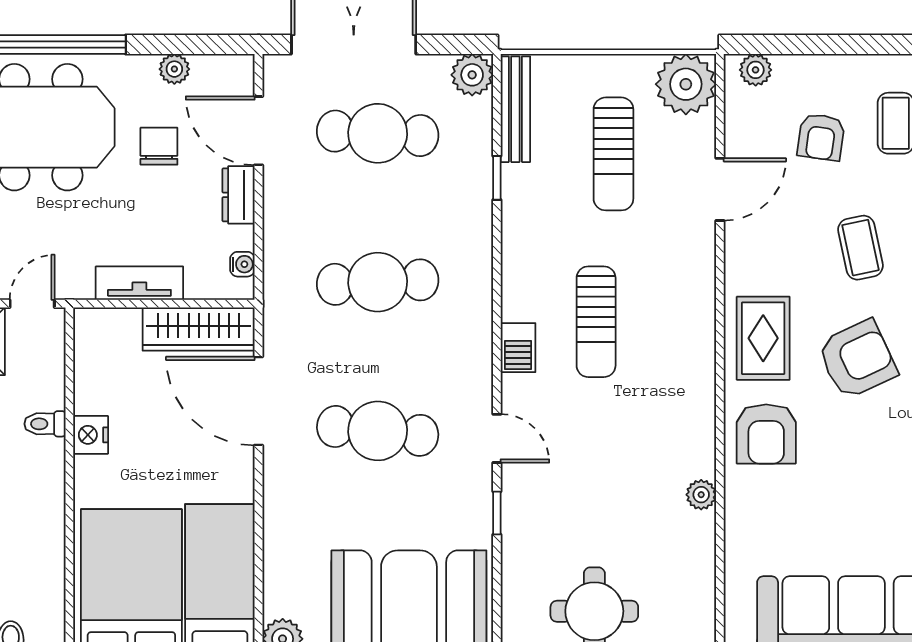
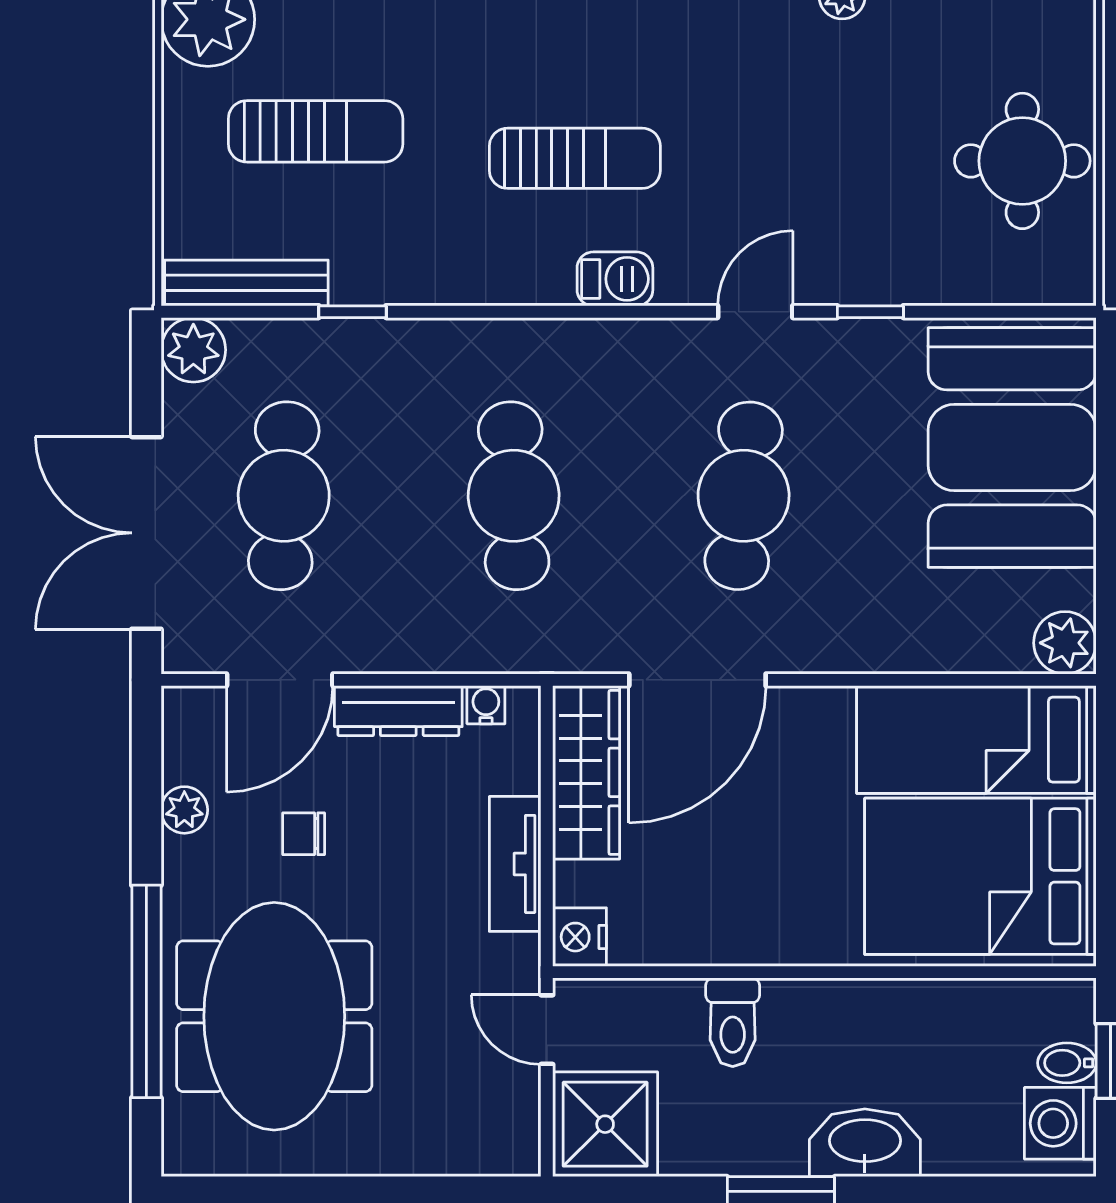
chair: (159, 146) -> (304, 834), width x0.73, depth x0.73
dresser: (239, 195) -> (398, 711), width x1.44
toilet: (45, 424) -> (733, 1022), width x1.37, depth x1.39
nightstand: (91, 435) -> (580, 937), moved, turned 90

